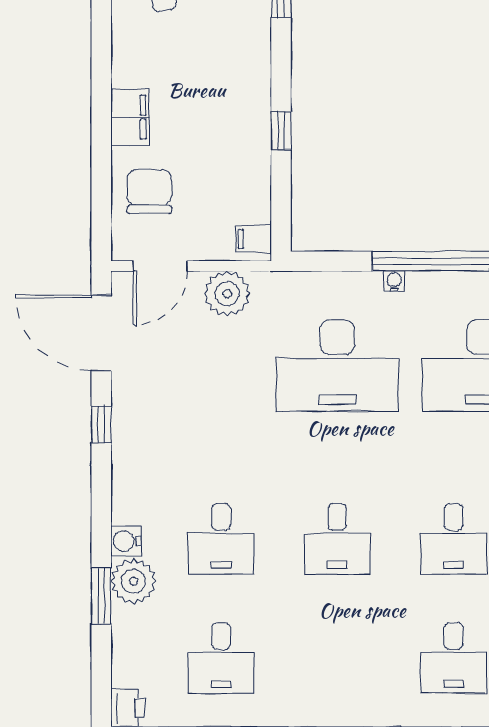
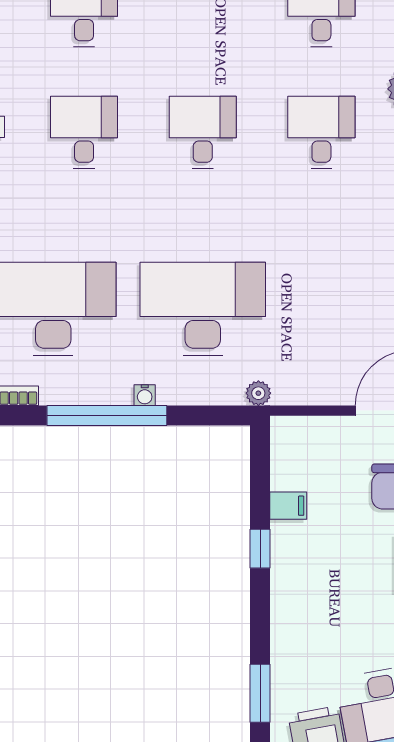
filing cabinet: (253, 239) -> (288, 506), moved
plant: (227, 294) -> (258, 393), moved, width x0.53, depth x0.53

